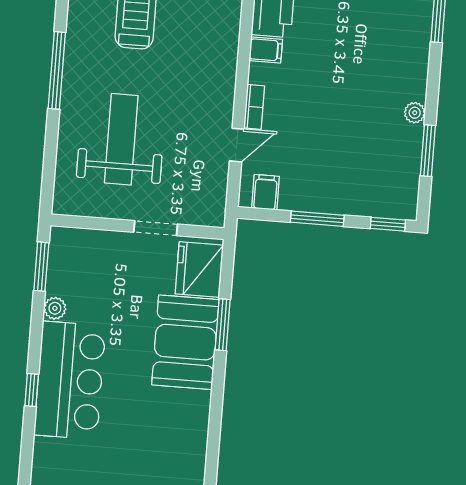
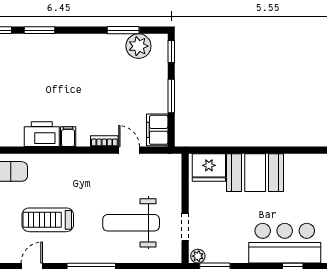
plant: (415, 113) -> (138, 46), moved, width x1.88, depth x1.88
filing cabinet: (265, 192) -> (157, 130), width x2.00
doorway: (156, 228) -> (185, 227), moved
plant: (55, 308) -> (198, 256), moved
window: (223, 325) -> (242, 150), removed

